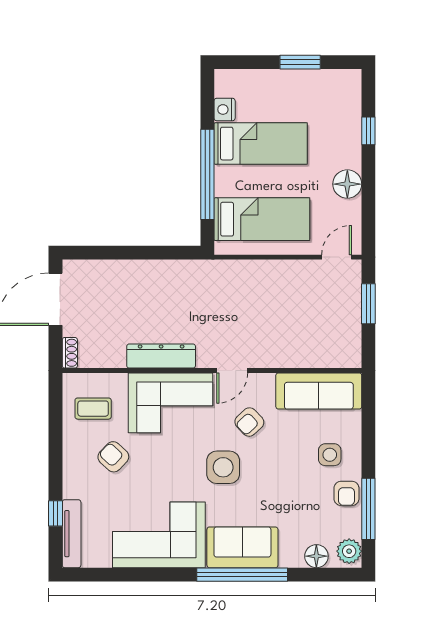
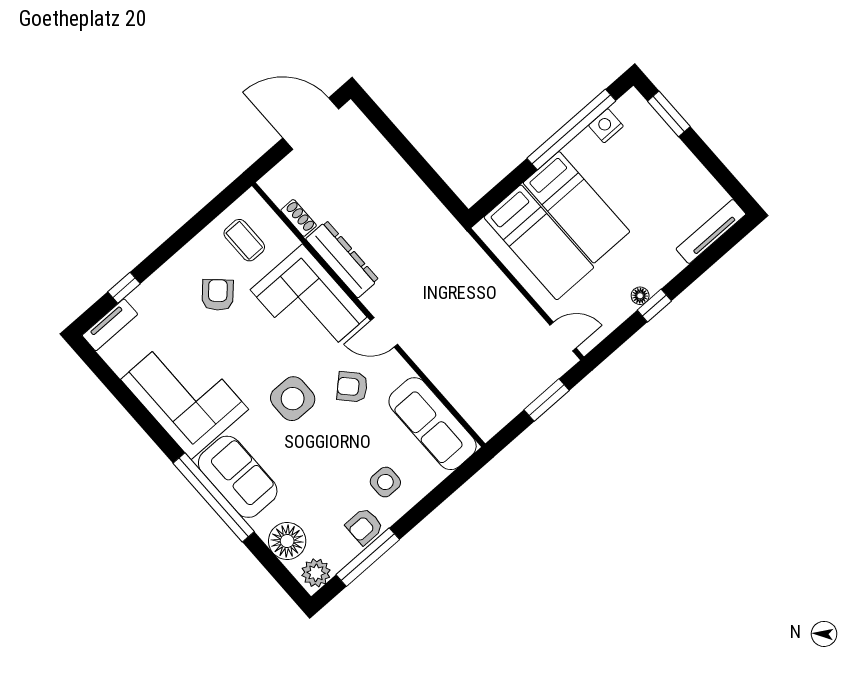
window: (300, 62) -> (669, 114), moved
tv unit: (353, 102) -> (711, 231), added
window: (368, 131) -> (654, 305), moved
bed: (261, 144) -> (576, 207), moved
window: (207, 174) -> (571, 129), moved
floor lamp: (347, 184) -> (640, 296), width x0.53, depth x0.53
shoe rack: (70, 353) -> (299, 218), moved, turned -90
tv unit: (72, 534) -> (110, 325), width x0.71
floor lamp: (316, 556) -> (287, 541), width x1.38, depth x1.38

